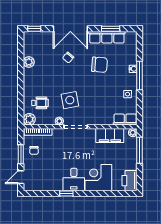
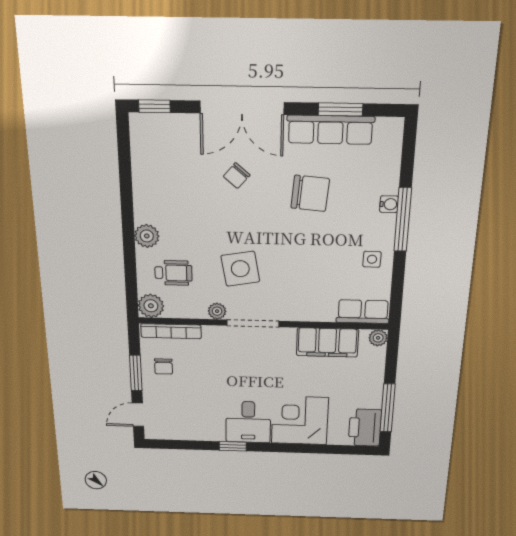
plant: (29, 62) -> (147, 236), moved
window: (140, 150) -> (387, 408), moved

